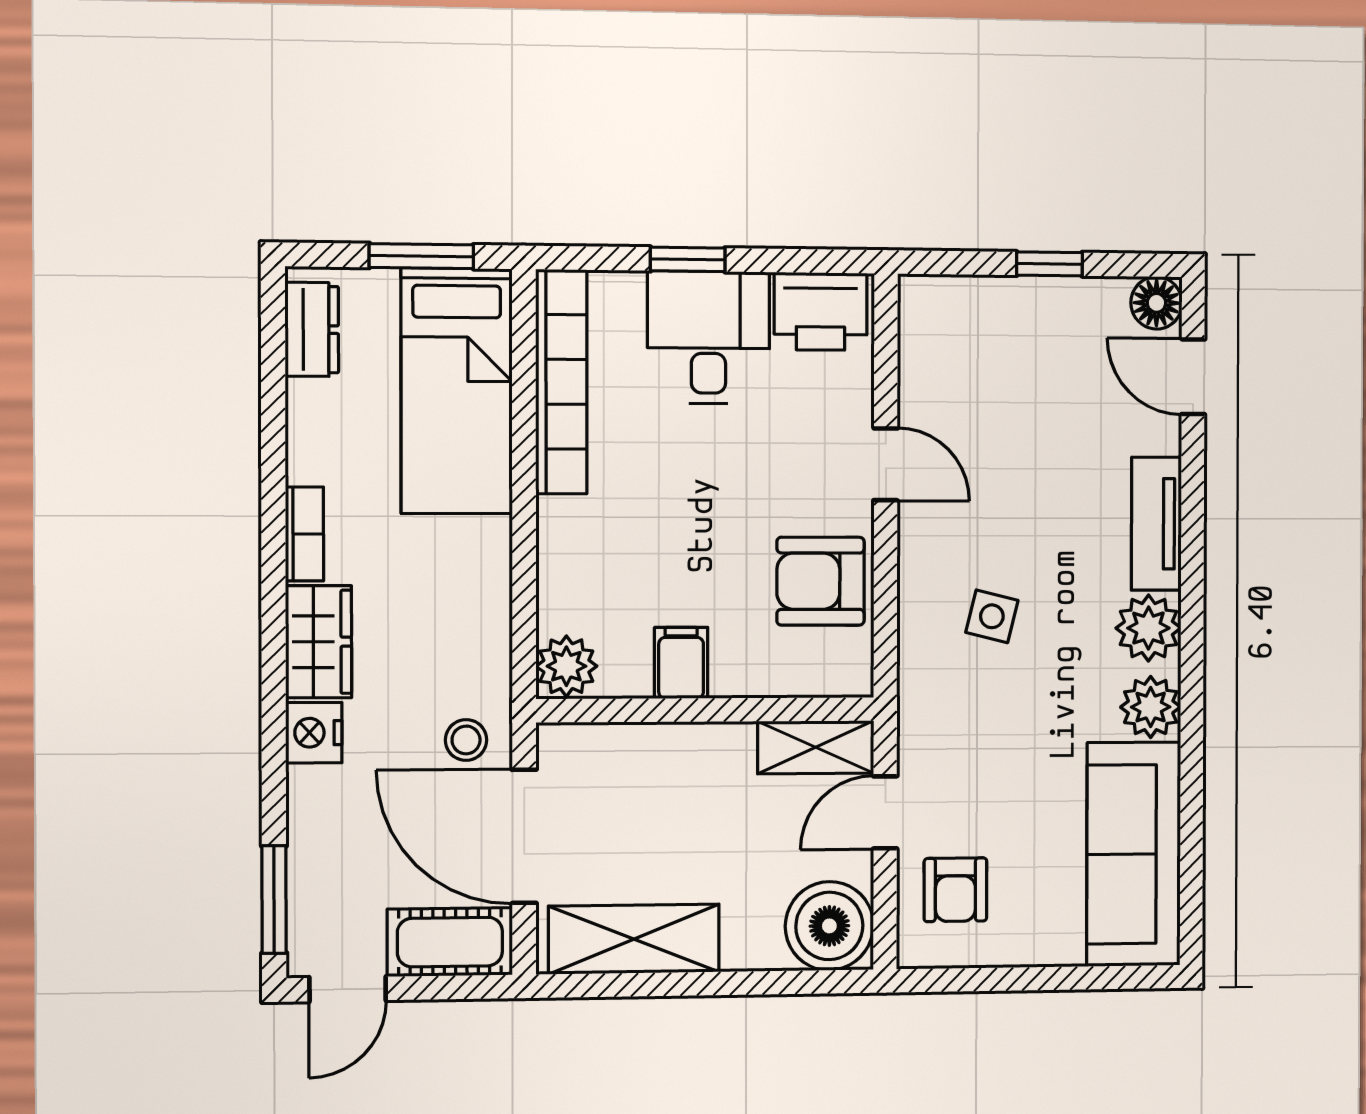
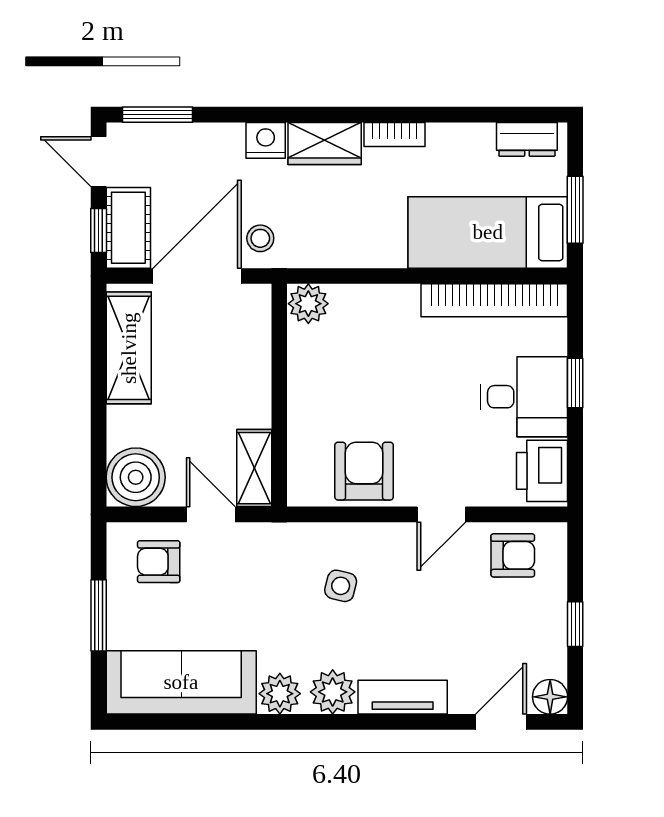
armchair: (947, 357) -> (513, 555), added
filing cabinet: (681, 663) -> (310, 379), removed
window: (1035, 979) -> (99, 615), added
window: (454, 987) -> (99, 231), added

